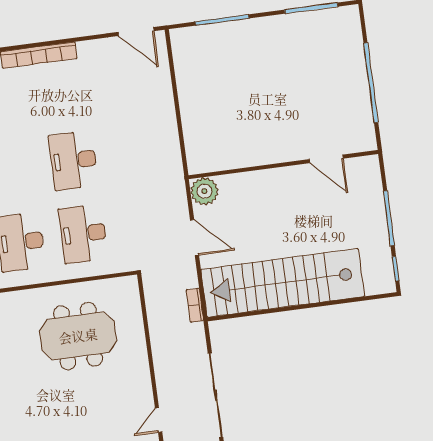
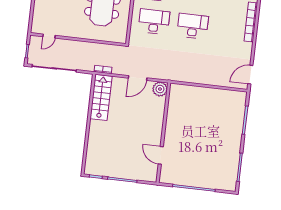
door: (326, 159) -> (161, 155), hinge flipped
stairs: (283, 283) -> (101, 97), width x0.54, depth x0.66
door: (159, 420) -> (49, 36), swing flipped

